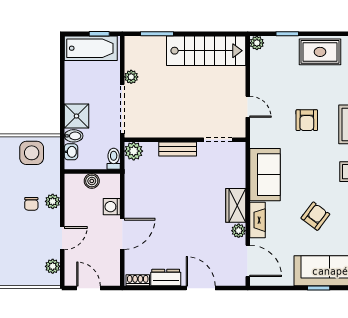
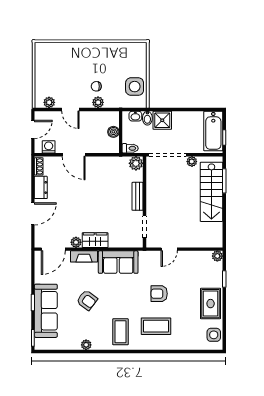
stairs: (206, 51) -> (211, 192), moved
washing machine: (112, 207) -> (49, 147), moved

